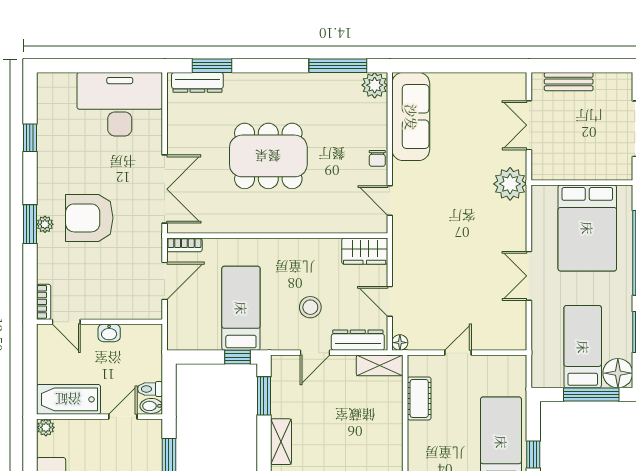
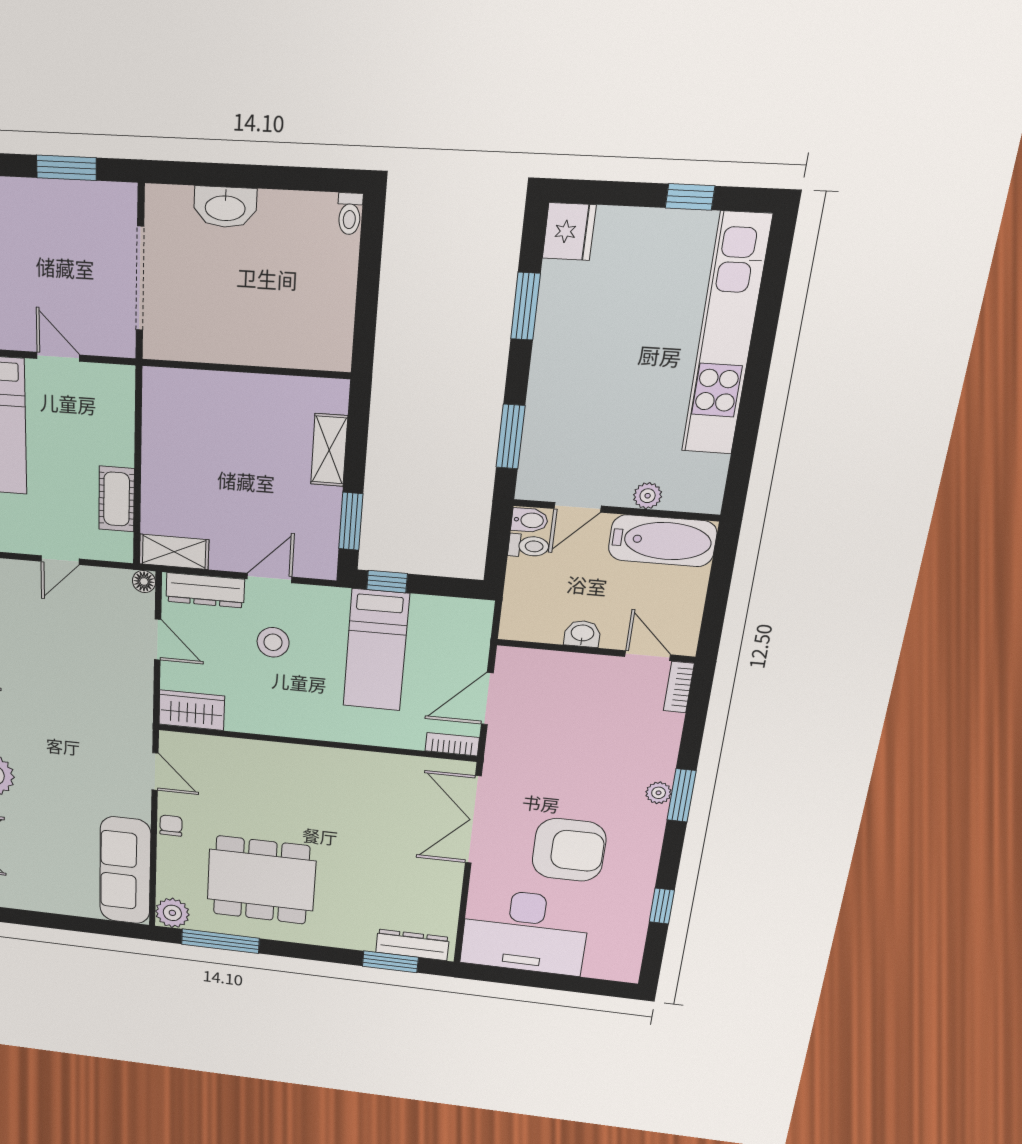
dining table: (268, 156) -> (261, 880), moved
armchair: (89, 218) -> (569, 850), moved
plant: (46, 427) -> (648, 496), moved

